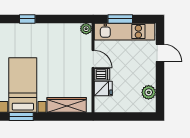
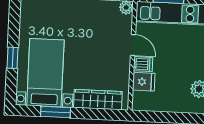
window: (21, 117) -> (56, 112), moved

